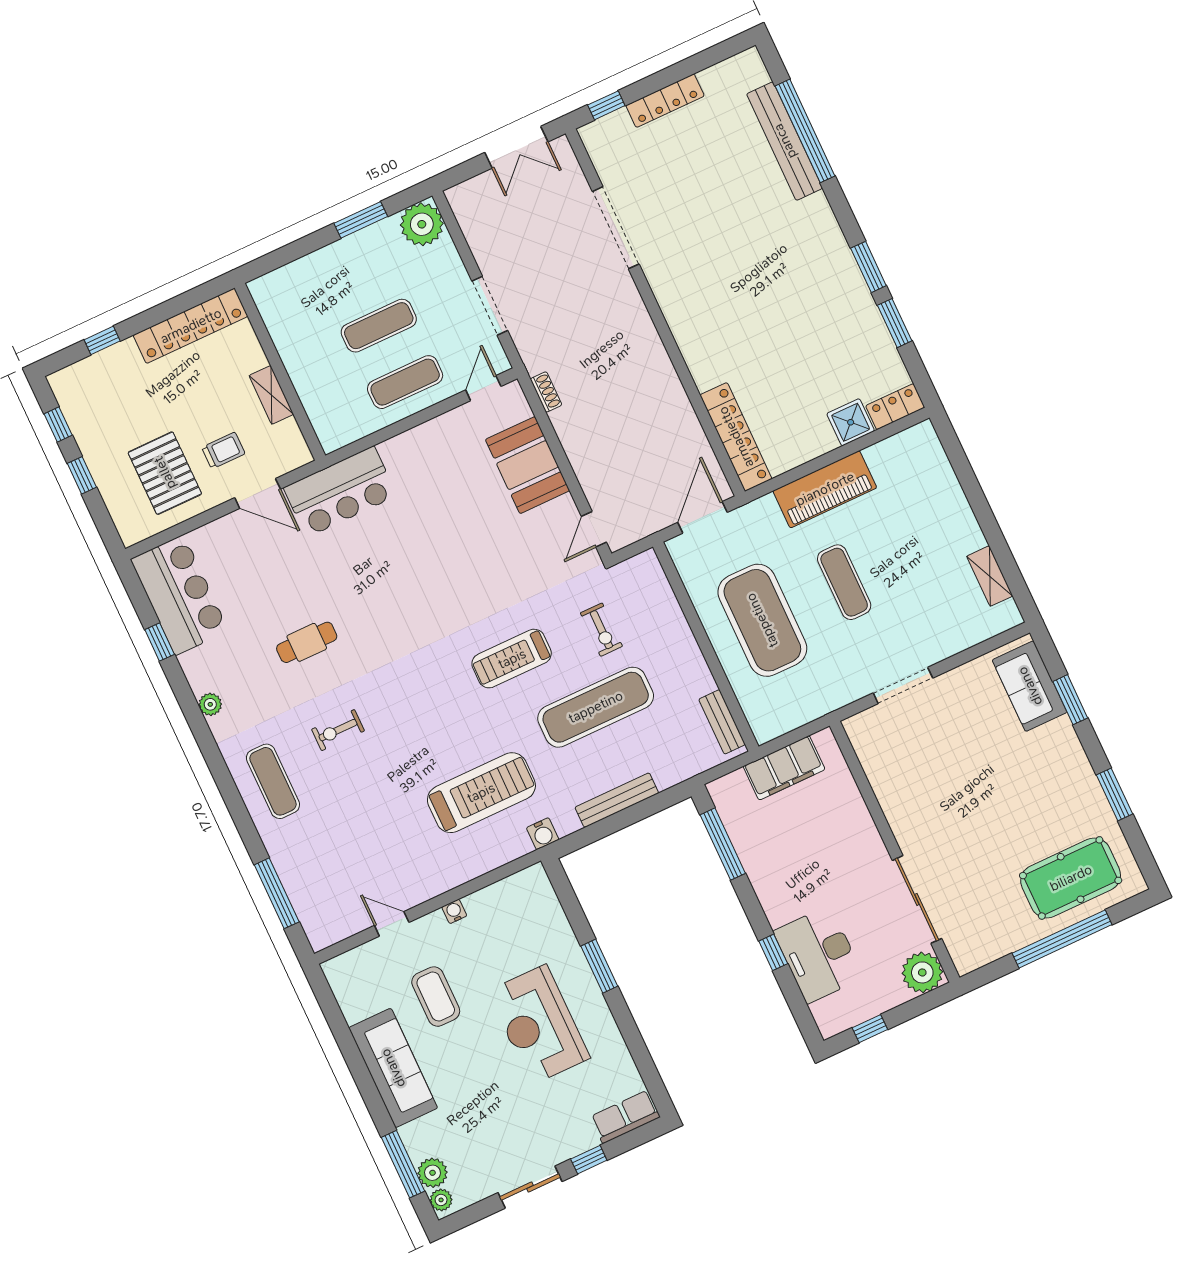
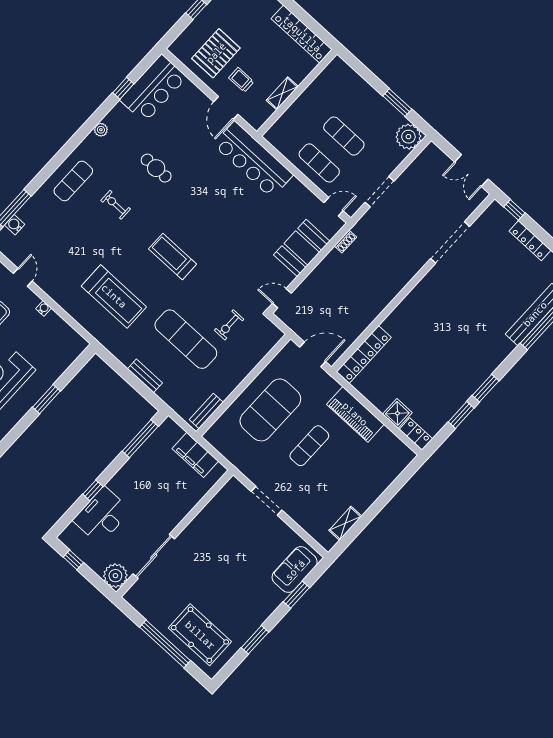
trolley: (223, 450) -> (241, 80), turned 180
bar counter: (340, 492) -> (253, 160), width x1.36
treadmill: (512, 659) -> (173, 256), moved
bench: (617, 800) -> (145, 376), width x0.73
water cooler: (543, 834) -> (15, 225), moved, turned 90

